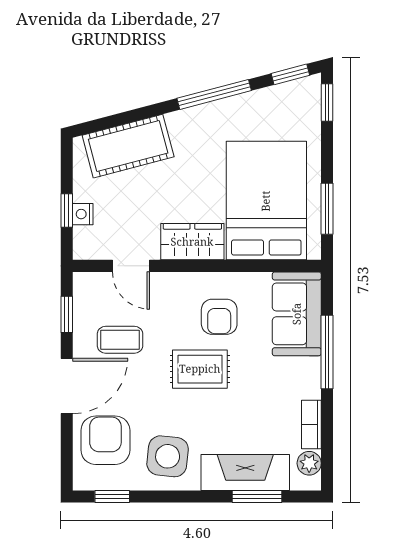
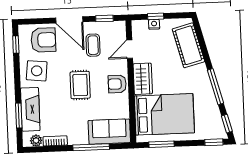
armchair: (219, 317) -> (117, 84), moved

